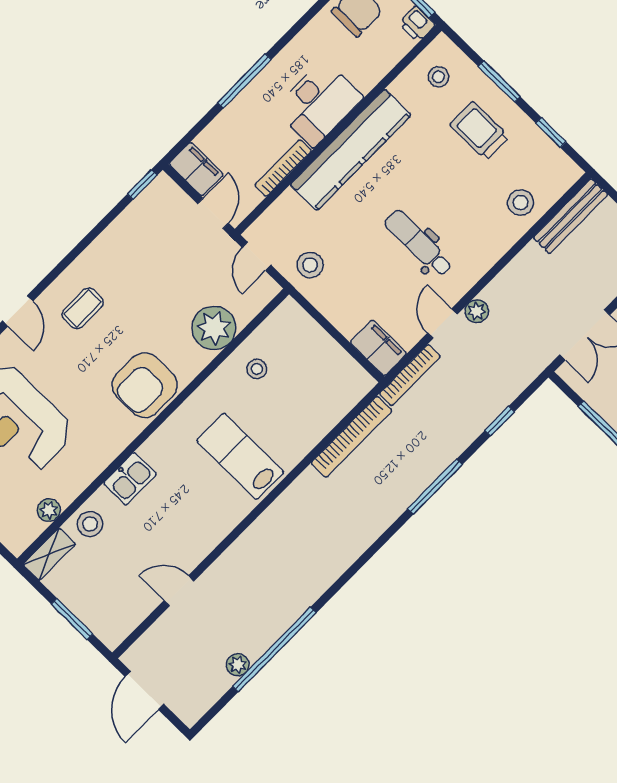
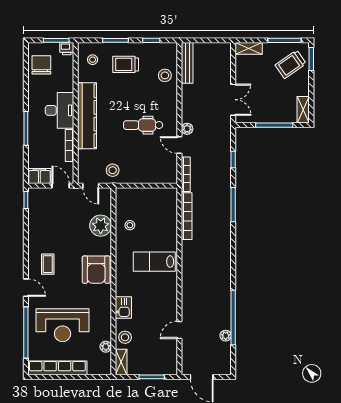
filing cabinet: (378, 348) -> (165, 176), removed

